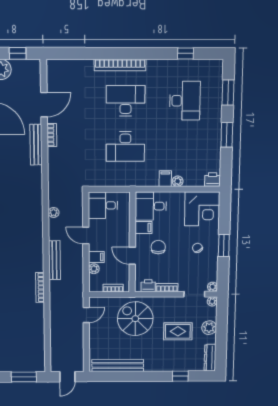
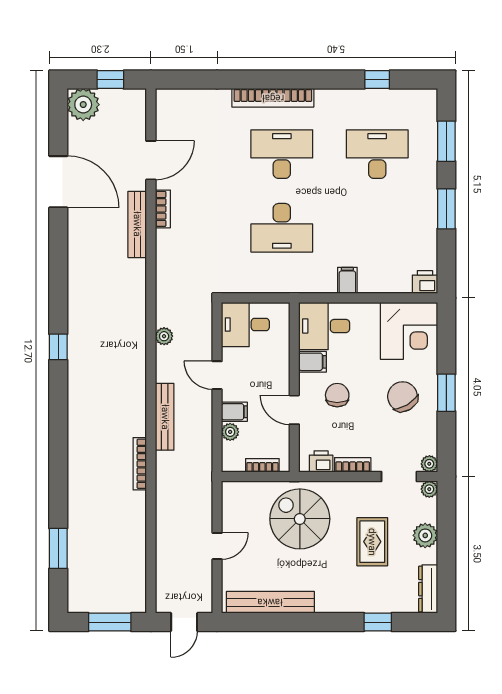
desk: (185, 101) -> (377, 154), turned -90
plant: (178, 181) -> (368, 285), removed
chair: (197, 248) -> (403, 397), width x1.87, depth x1.87
door: (86, 315) -> (217, 546), moved
rug: (178, 331) -> (372, 542), turned 90

